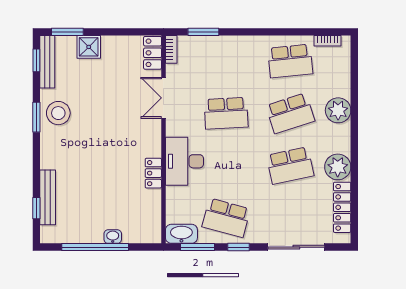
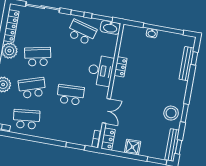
shower: (89, 47) -> (133, 147), moved

